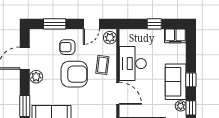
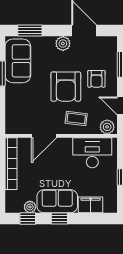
filing cabinet: (175, 36) -> (91, 205), moved, turned 90
armchair: (67, 47) -> (96, 79), turned 180
desk: (133, 64) -> (92, 153), moved

